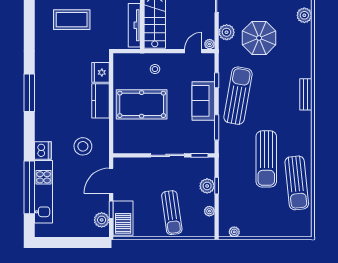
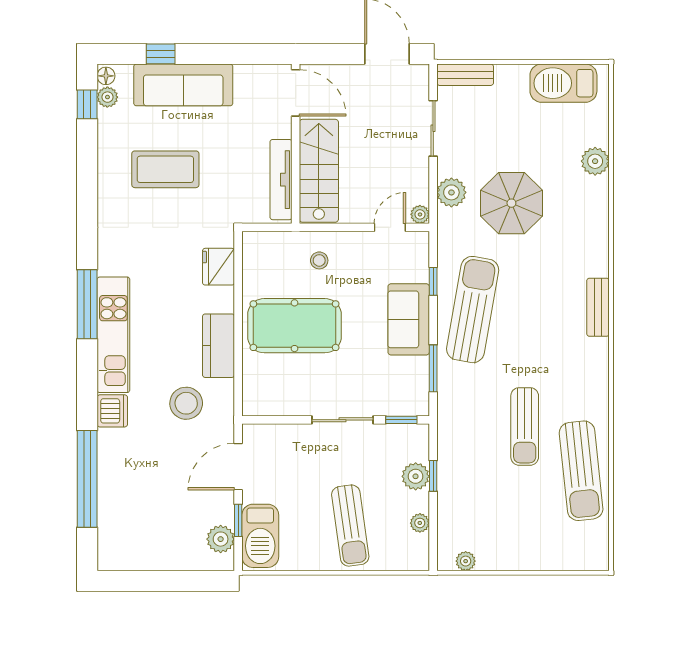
kitchen counter: (100, 101) -> (219, 346), moved
sun lounger: (266, 159) -> (525, 426), width x0.73, depth x0.75
kitchen unit: (44, 192) -> (113, 335), moved

